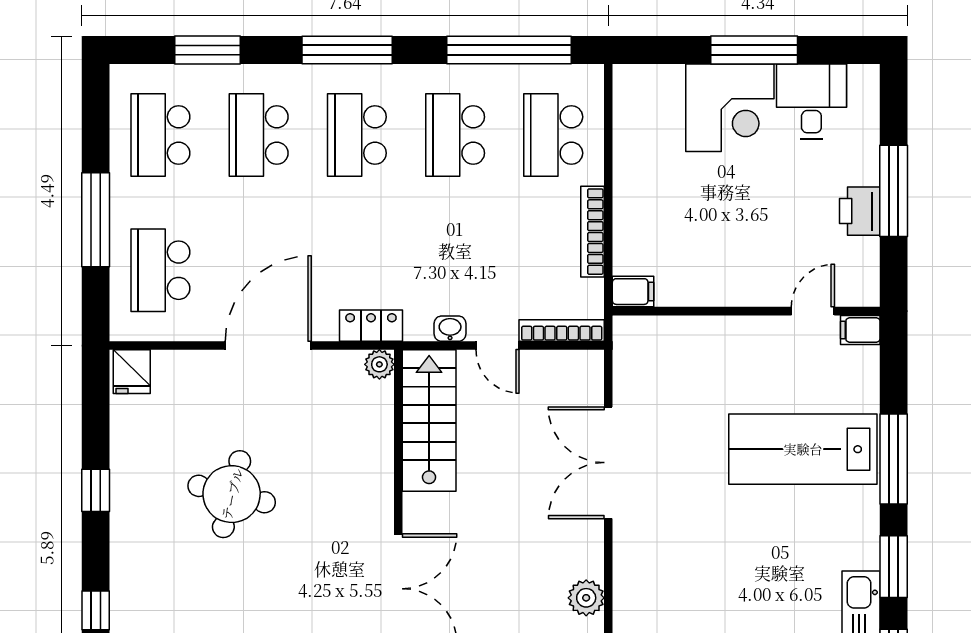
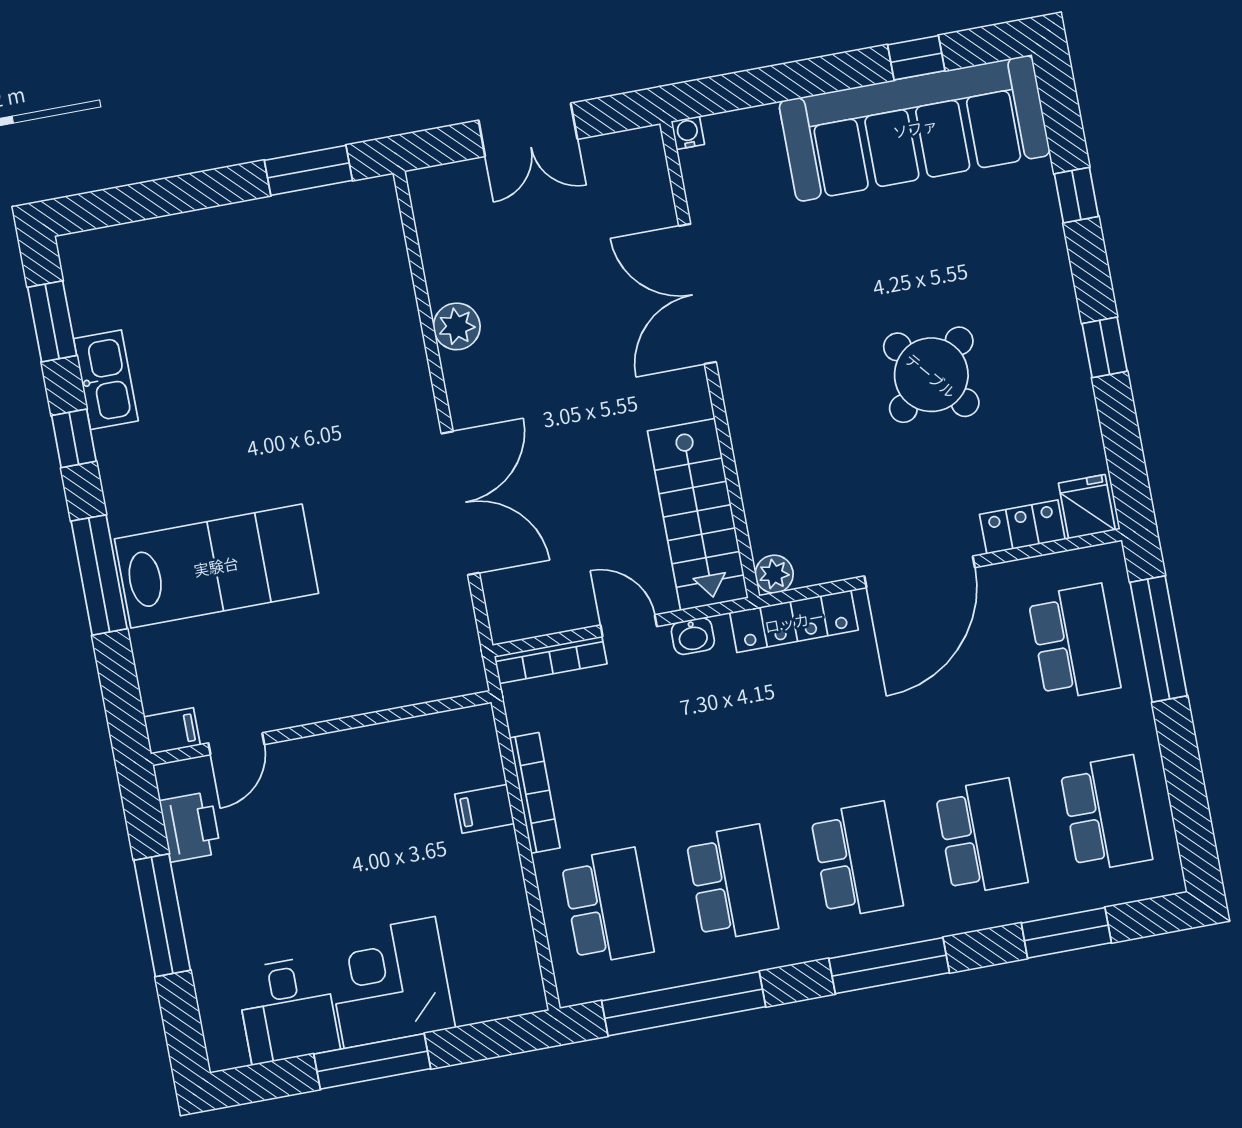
printer: (860, 211) -> (190, 827), moved
window: (96, 220) -> (1159, 639), moved
filing cabinet: (633, 292) -> (485, 809), moved
locker: (371, 326) -> (794, 621), width x1.53
locker: (184, 365) -> (1022, 527), added
round table: (232, 494) -> (931, 375), turned 36
window: (894, 567) -> (74, 438), width x0.67

